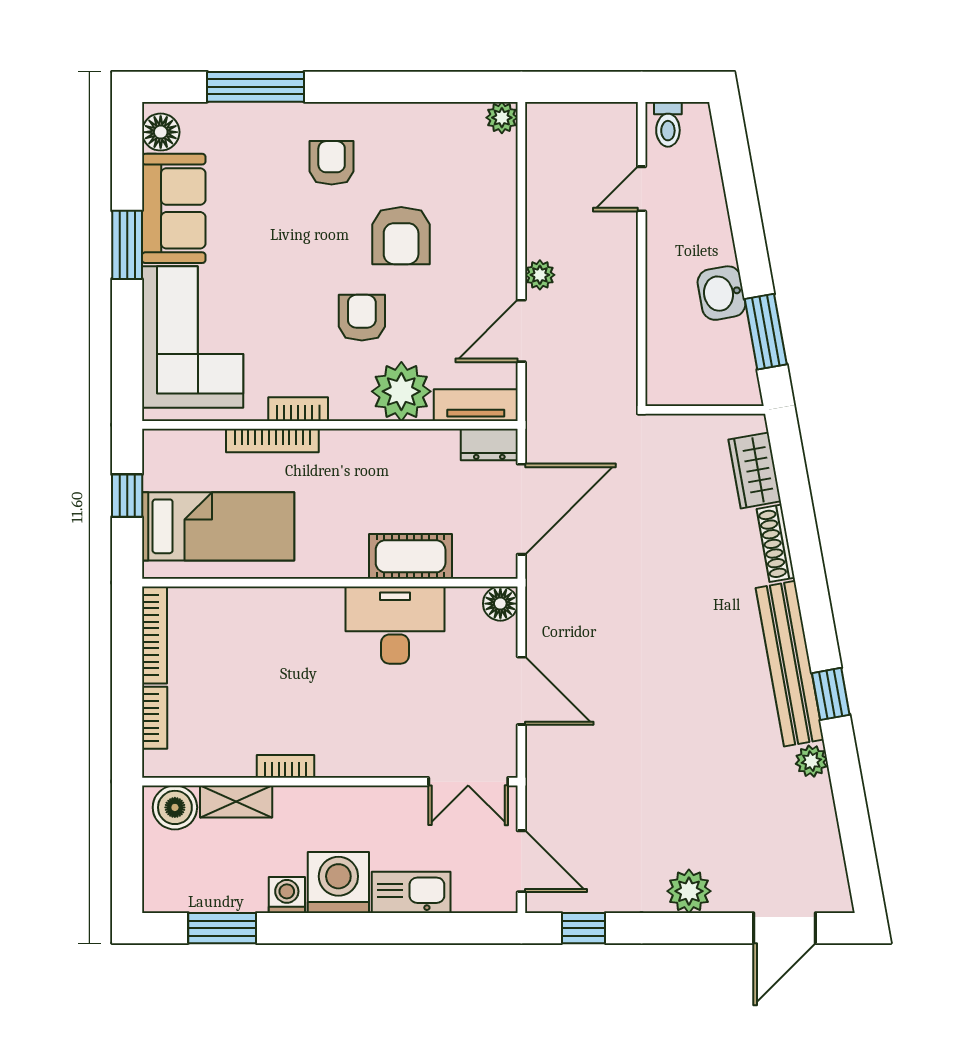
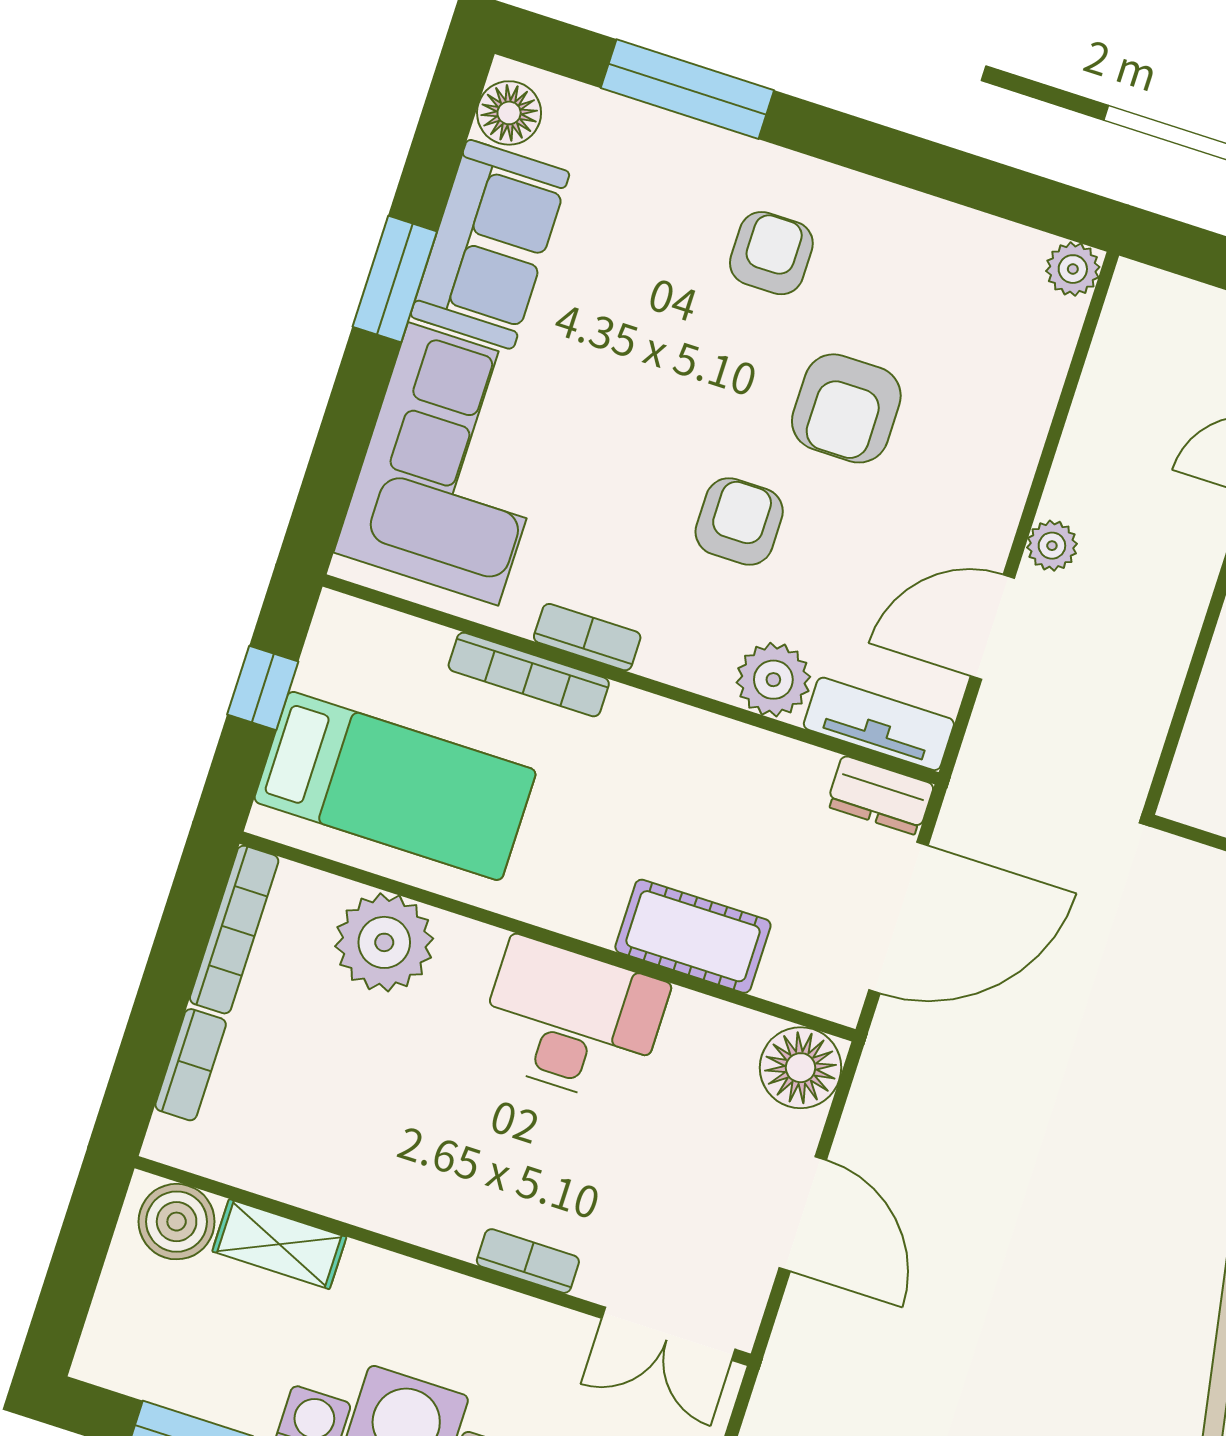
plant: (401, 391) -> (773, 680), width x0.73, depth x0.73
floor lamp: (500, 604) -> (801, 1068), width x1.38, depth x1.38
plant: (240, 615) -> (384, 942), added
desk: (395, 625) -> (572, 1021), moved
bookcase: (285, 766) -> (528, 1261), moved

